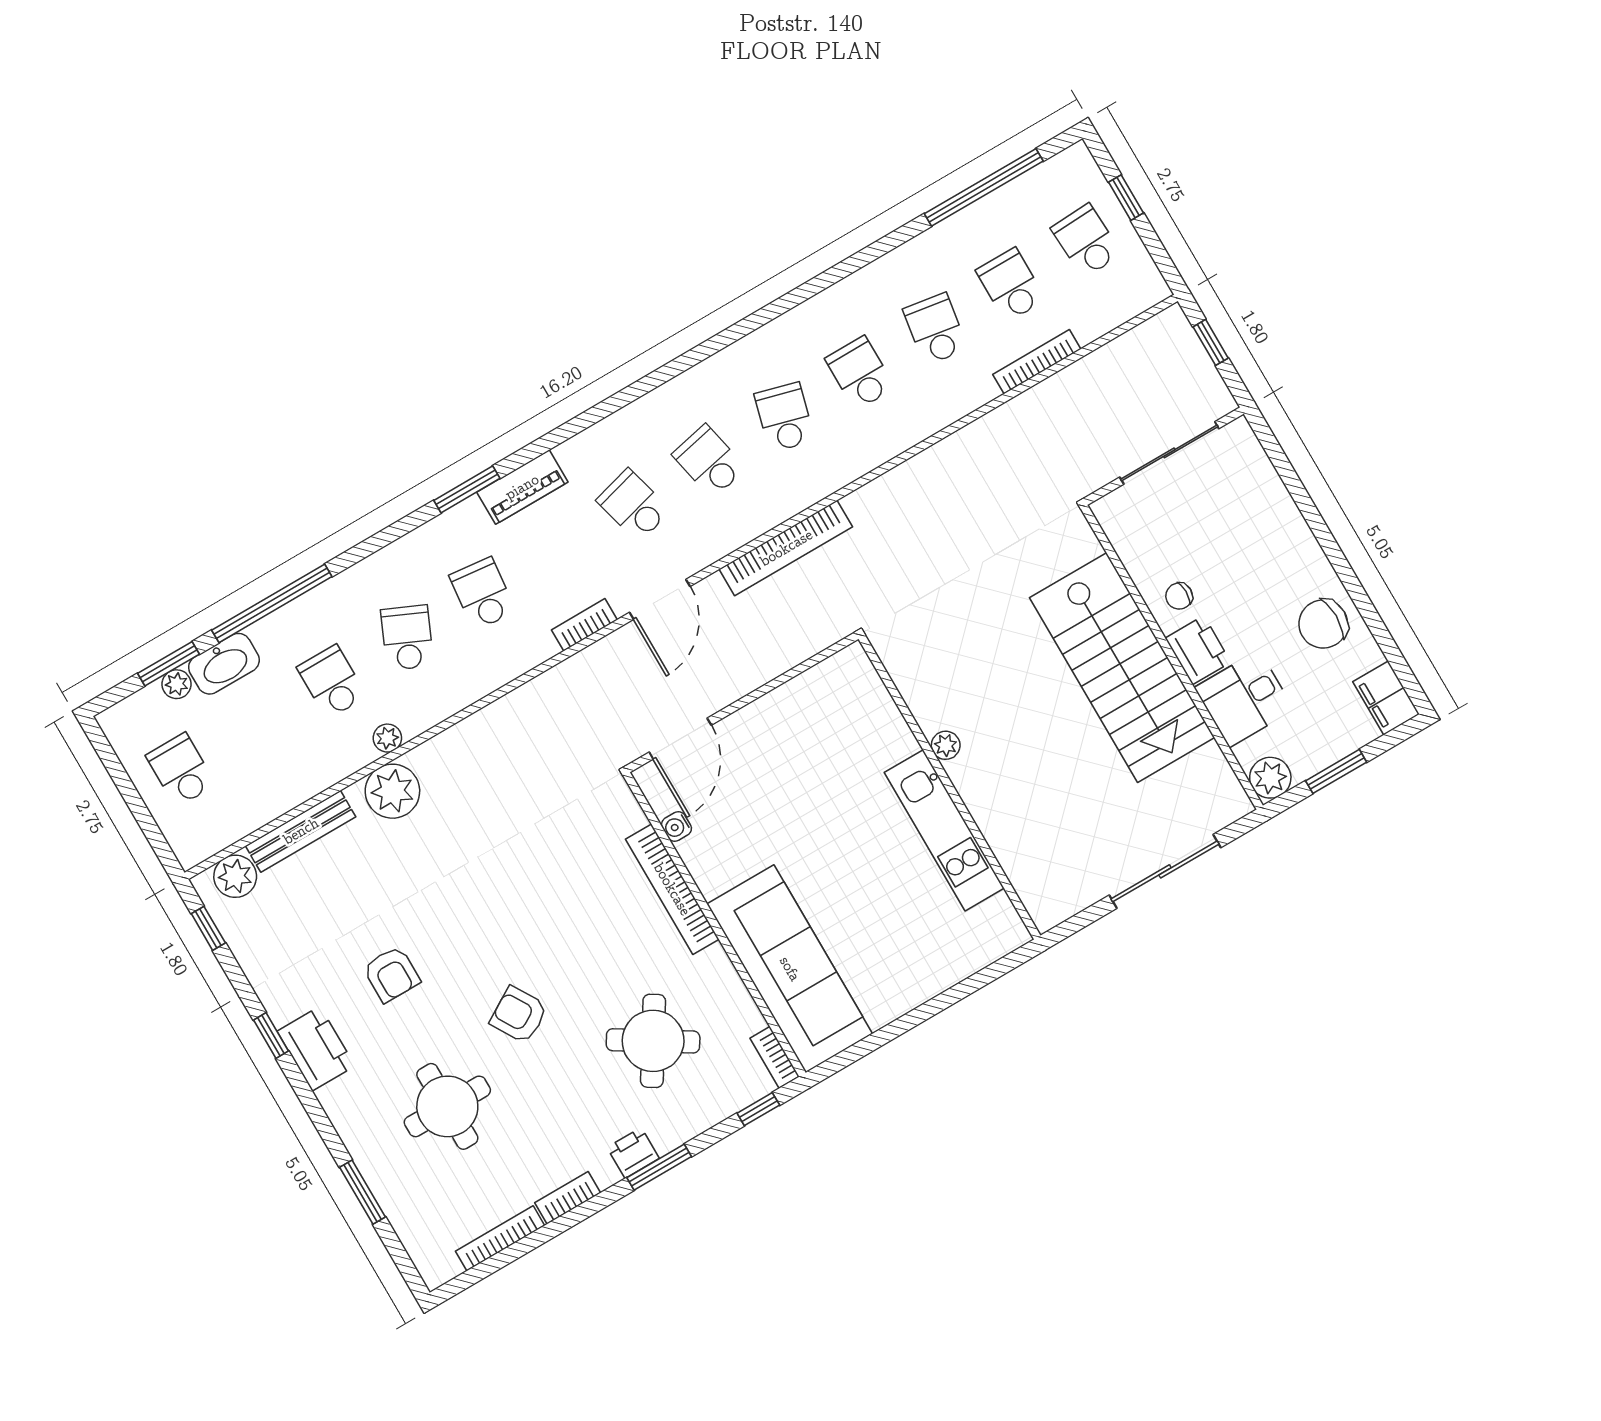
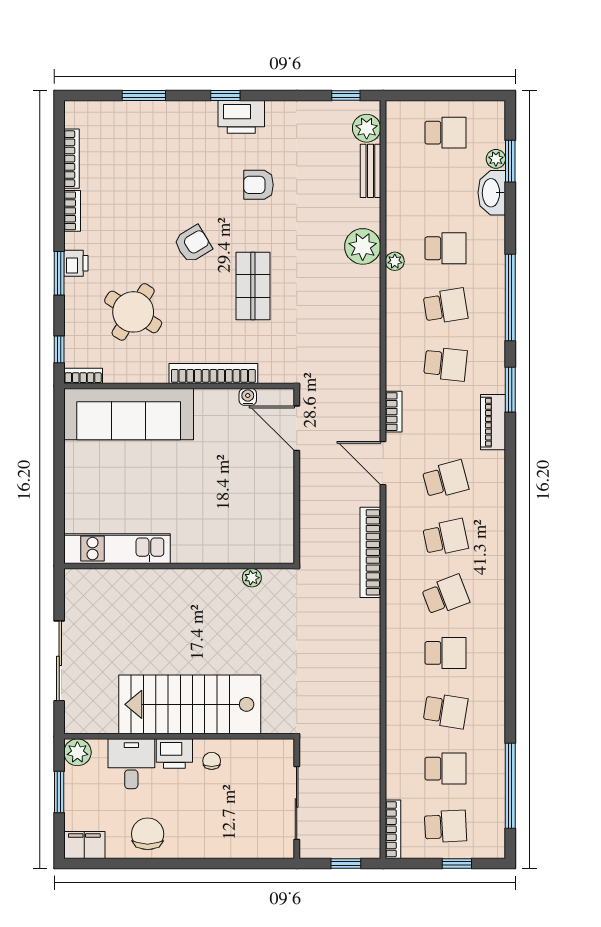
bookcase: (1037, 362) -> (393, 829), moved
school desk: (784, 417) -> (445, 595), turned -36
window: (272, 603) -> (510, 298), moved
school desk: (407, 638) -> (445, 306), turned -33
plant: (946, 745) -> (252, 578), moved
kitchen unit: (944, 830) -> (117, 549), moved
bench: (301, 831) -> (370, 171), width x0.73
shop shelf: (528, 904) -> (253, 286), added
window: (271, 1036) -> (225, 96), moved
round table: (447, 1106) -> (164, 173), removed

